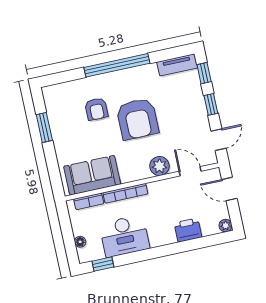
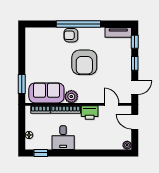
armchair: (96, 109) -> (71, 35), moved, turned 90
window: (44, 128) -> (22, 84), moved
plant: (159, 166) -> (71, 97), moved
printer: (188, 230) -> (90, 113), moved, turned 180
desk: (124, 236) -> (63, 138), width x0.73

